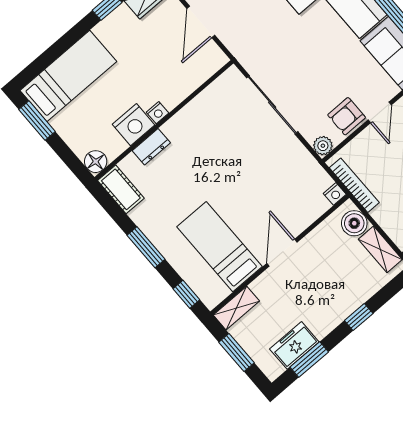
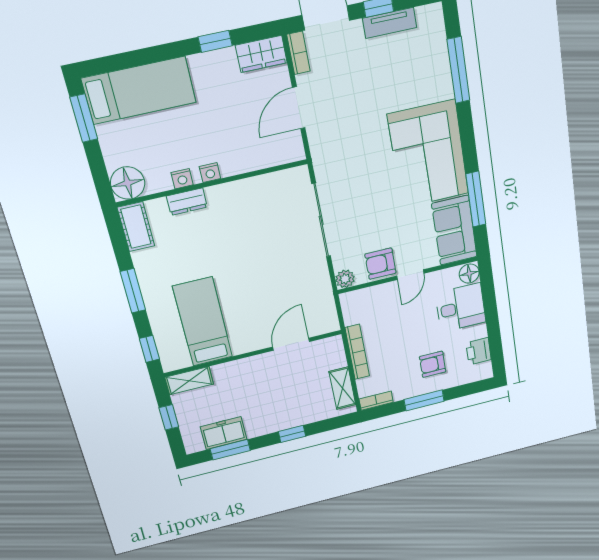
nightstand: (133, 125) -> (182, 179), width x0.53, depth x0.56
floor lamp: (96, 162) -> (128, 183), width x1.38, depth x1.38
bookcase: (354, 185) -> (357, 352), moved
nightstand: (335, 194) -> (331, 325), removed
boiler: (354, 223) -> (333, 357), removed
door: (282, 253) -> (291, 344), moved
window: (236, 353) -> (169, 417), width x0.67

